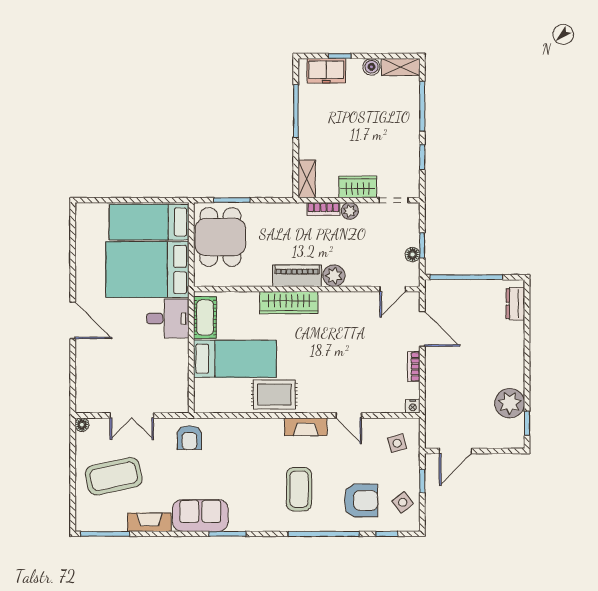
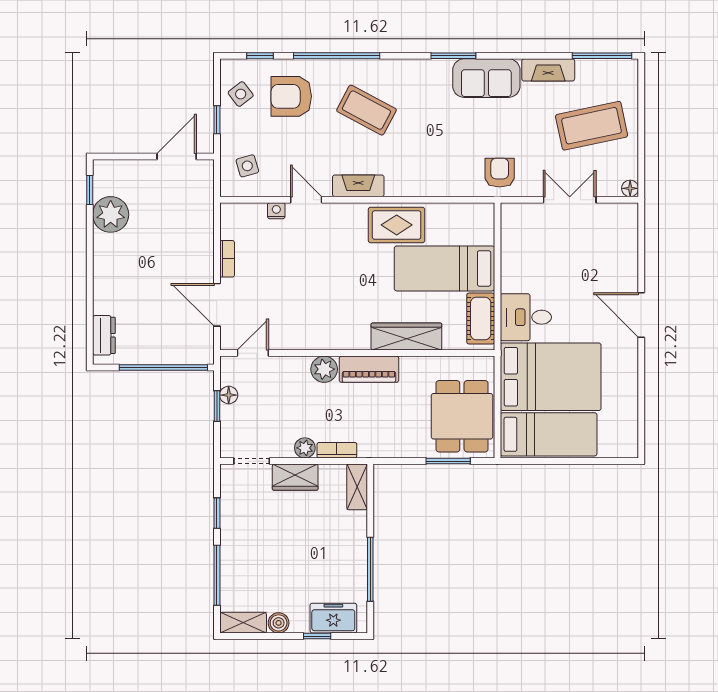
wardrobe: (289, 303) -> (406, 337), moved
nightstand: (413, 406) -> (276, 211), moved
coffee table: (299, 489) -> (366, 110), turned -62

